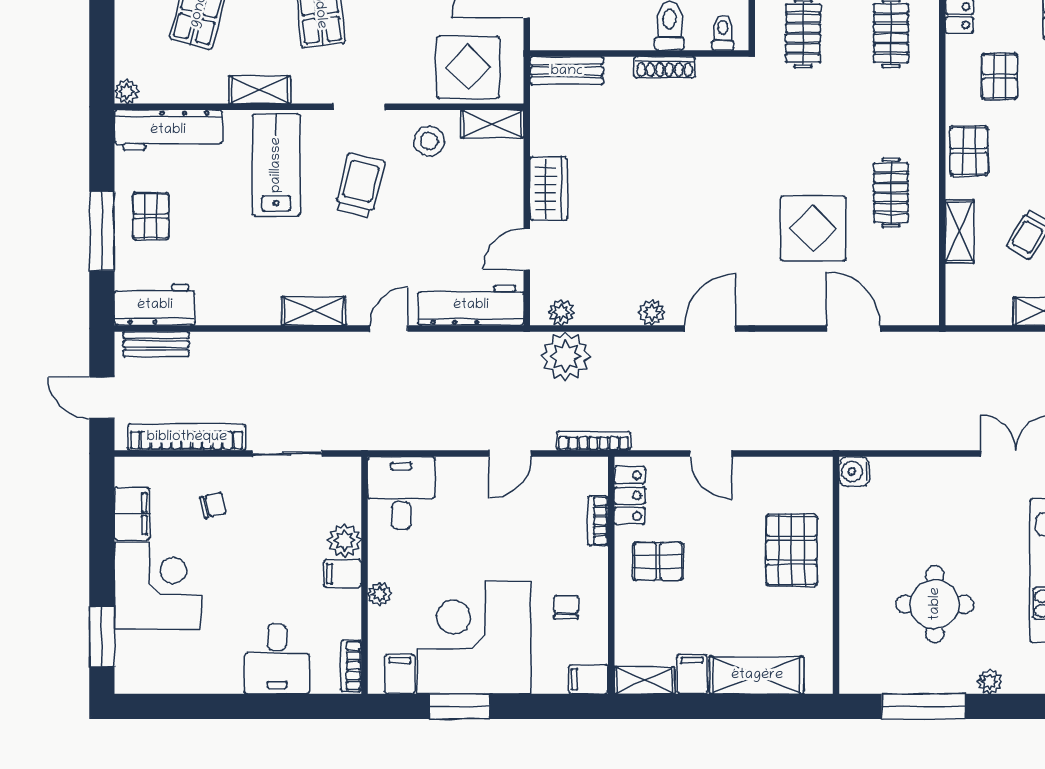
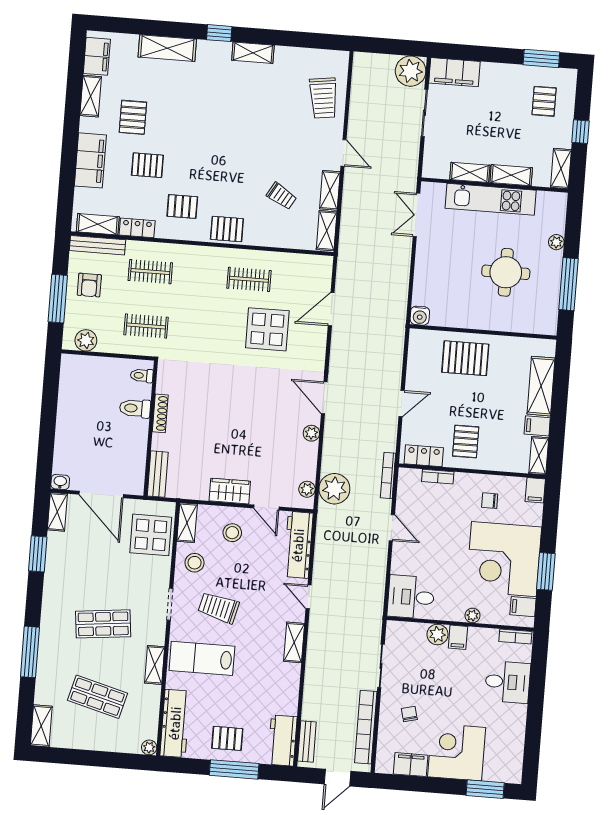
stool: (482, 198) -> (232, 533), added
shelving: (960, 231) -> (327, 231), moved, turned 90

